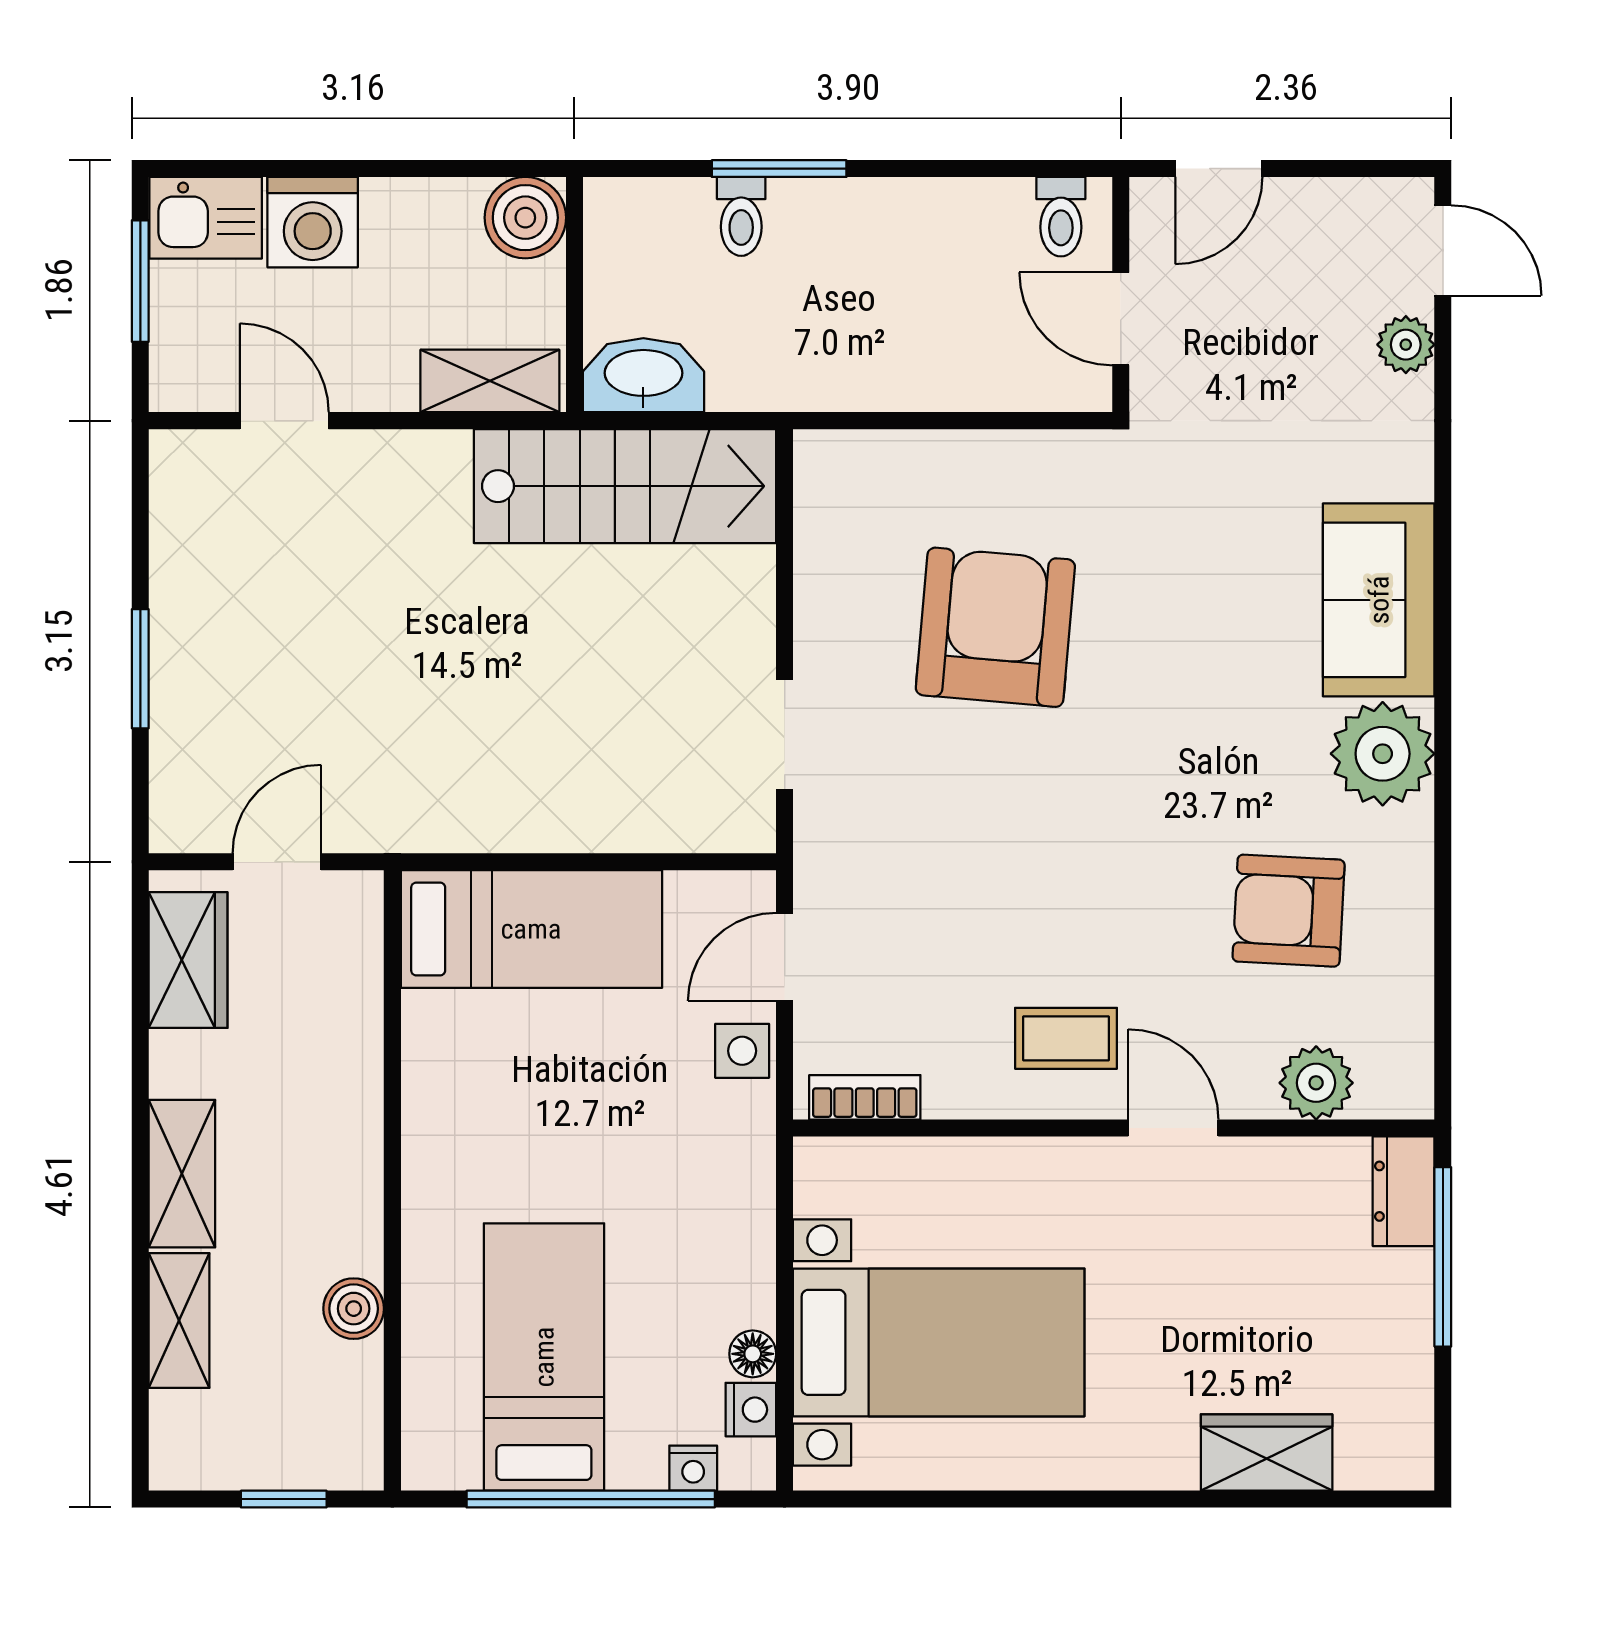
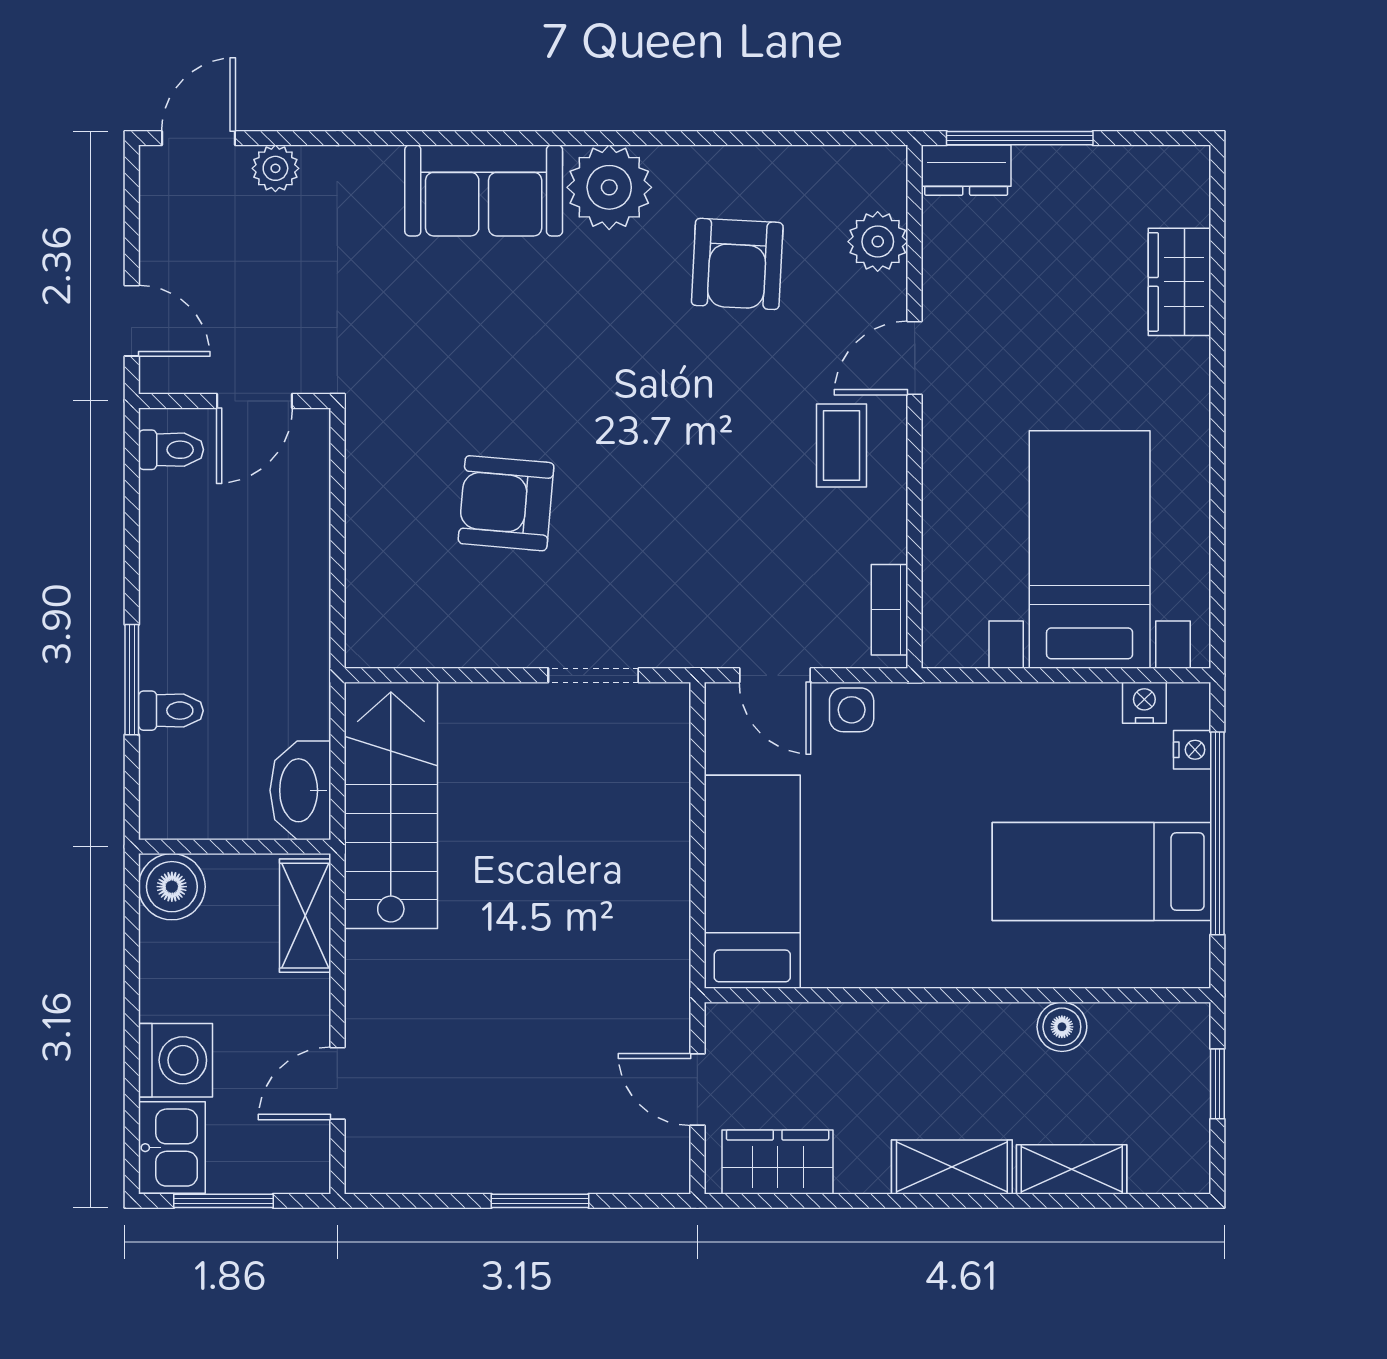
armchair: (995, 627) -> (506, 503), width x0.73, depth x0.73
floor lamp: (753, 1354) -> (1099, 701), removed

